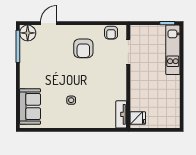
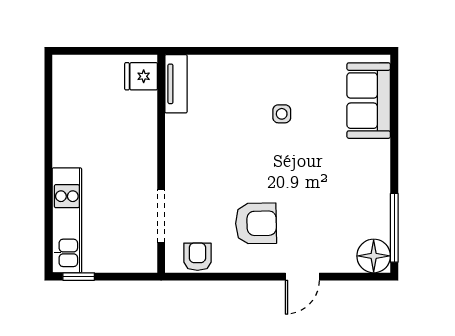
door: (49, 23) -> (302, 277), moved
armchair: (83, 48) -> (256, 223), turned 89

